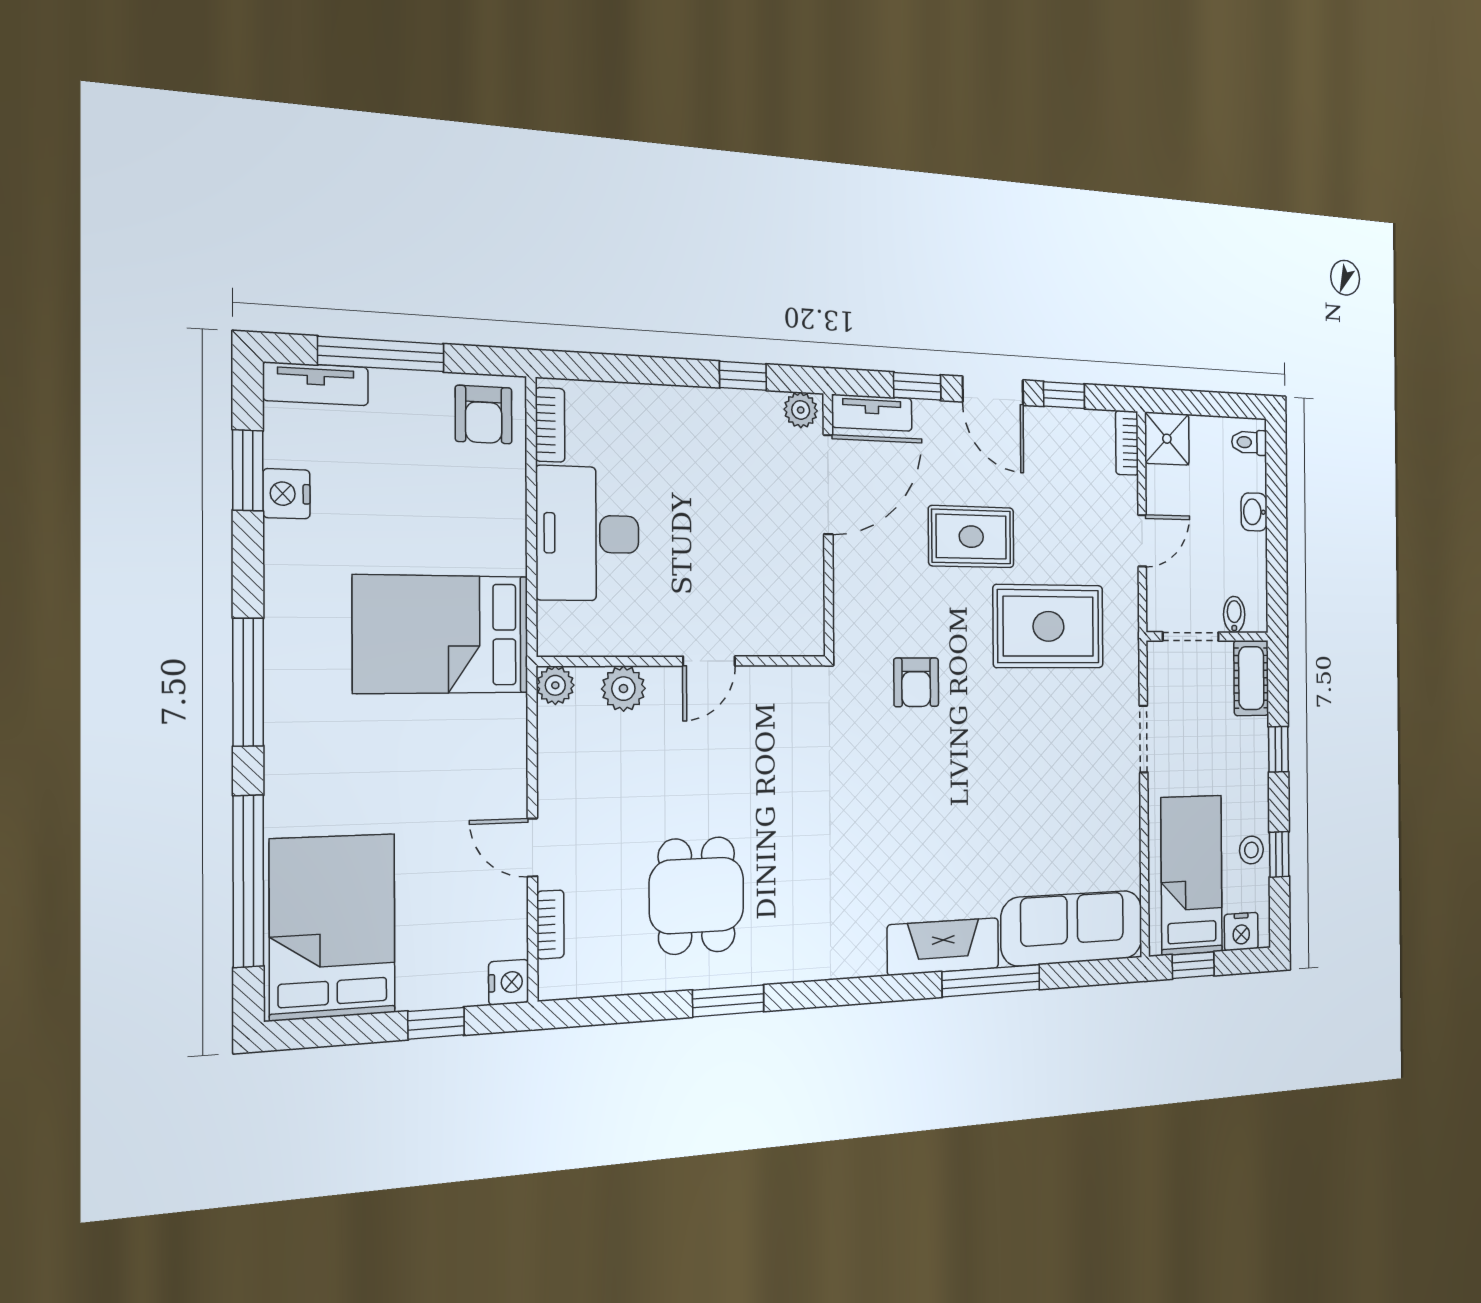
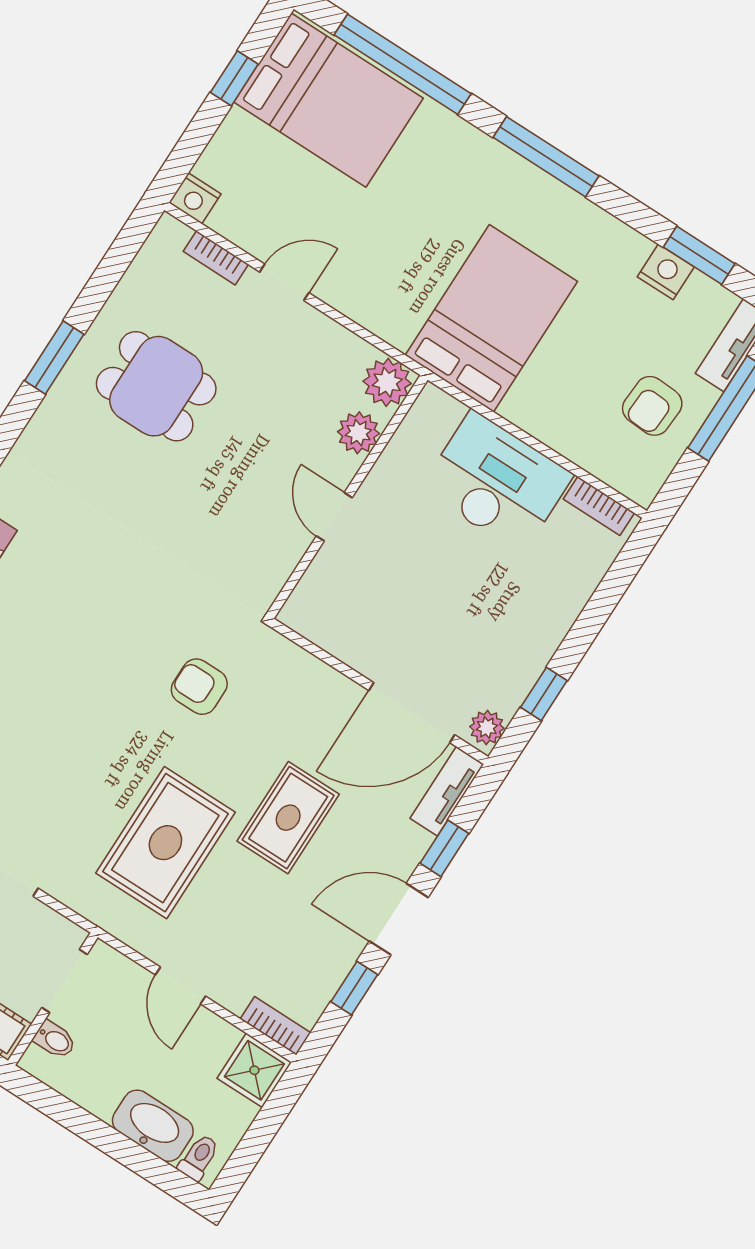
armchair: (484, 415) -> (652, 406), moved, turned -87
door: (828, 485) -> (412, 713), hinge flipped
washbasin: (1254, 512) -> (153, 1126), width x1.91, depth x1.45
plant: (555, 685) -> (387, 382), width x1.38, depth x1.38
window: (436, 1023) -> (234, 78), moved

